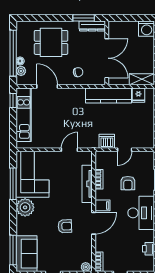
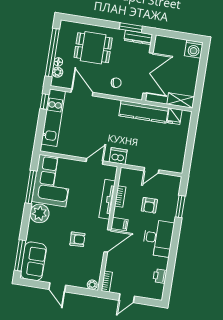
dishwasher: (107, 141) -> (118, 156), moved

